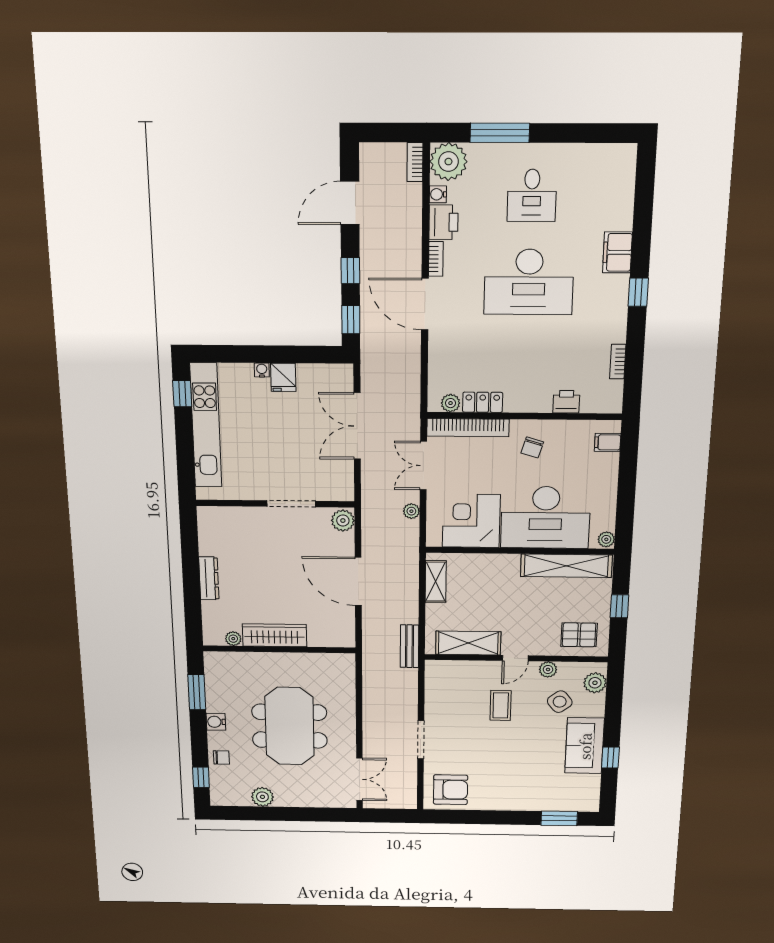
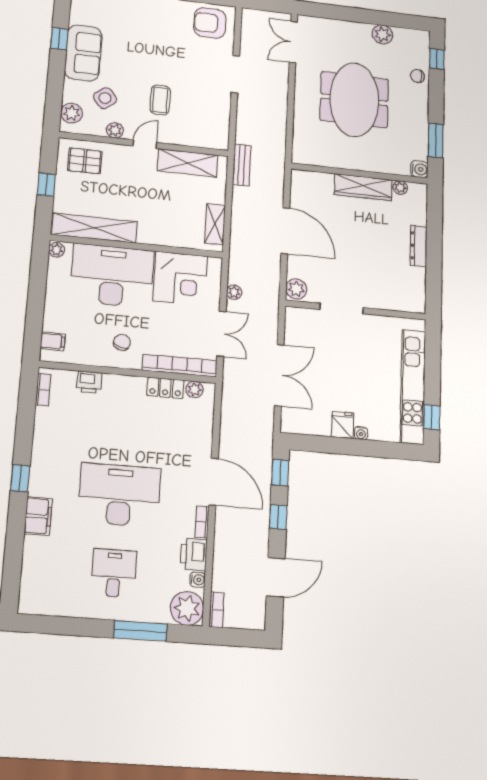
bookcase: (618, 362) -> (43, 390), moved
water cooler: (216, 722) -> (419, 169), moved

